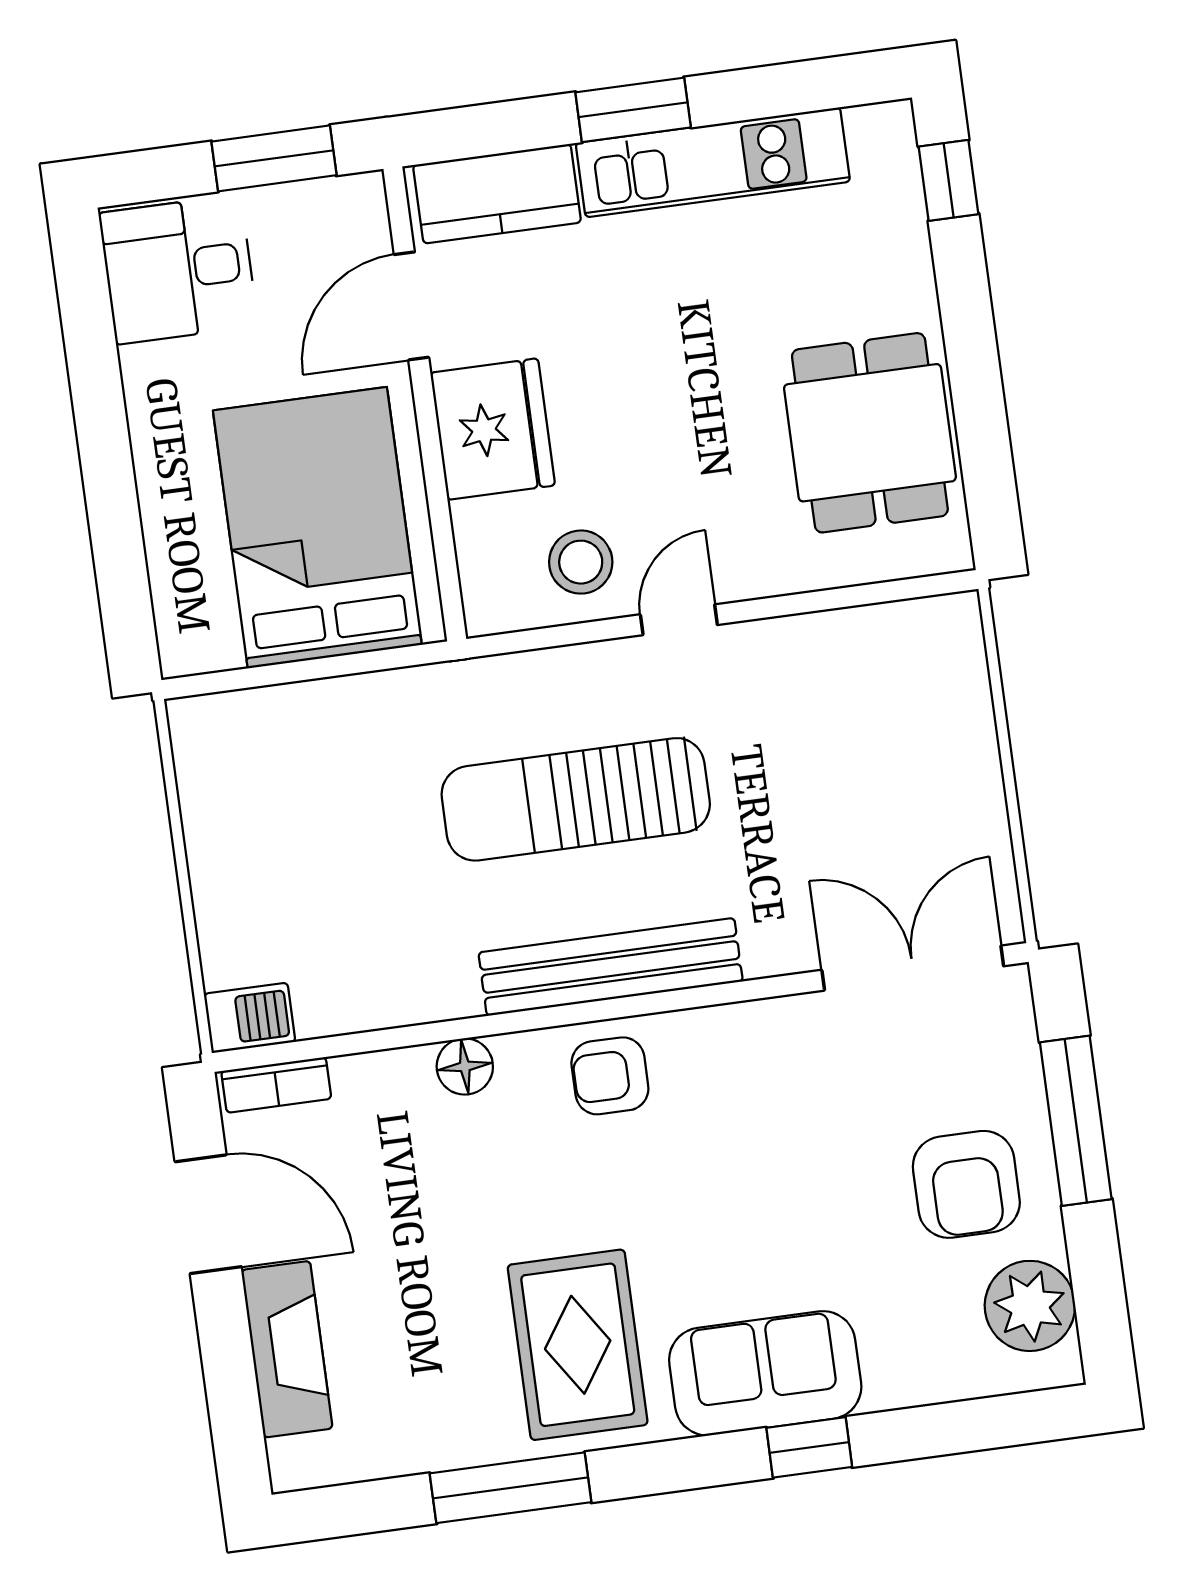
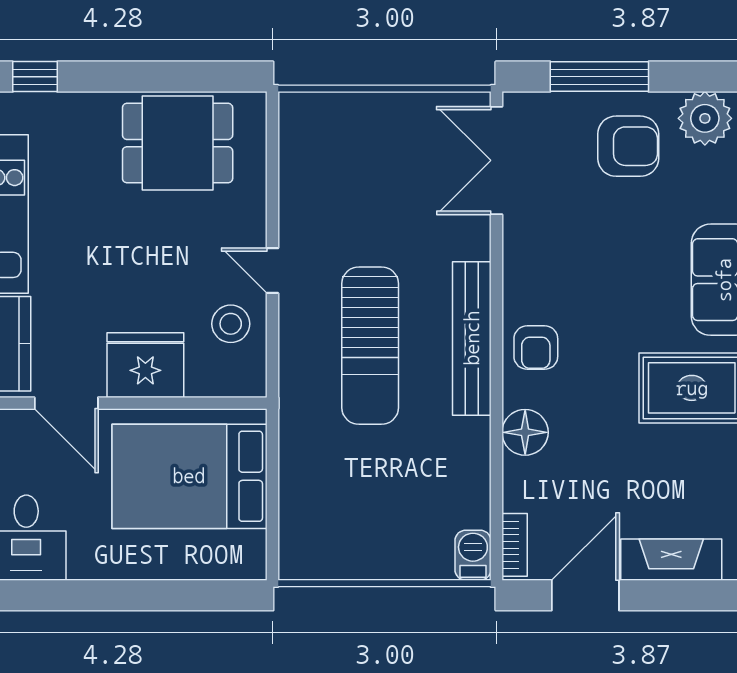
floor lamp: (465, 1066) -> (525, 432), width x1.38, depth x1.38

